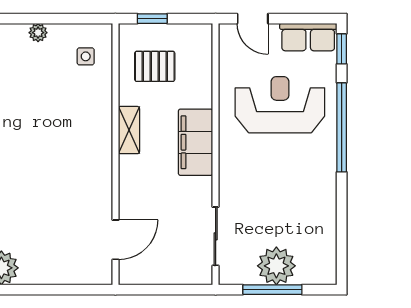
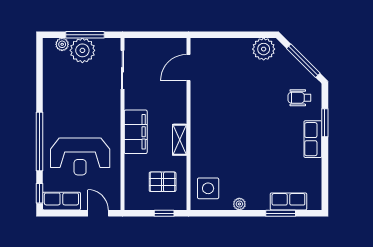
side table: (86, 56) -> (208, 188), width x1.87, depth x1.87
plant: (307, 275) -> (62, 44), added

